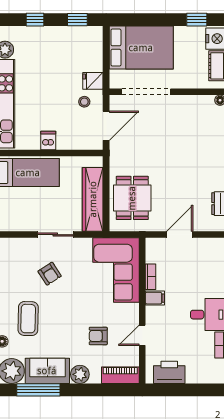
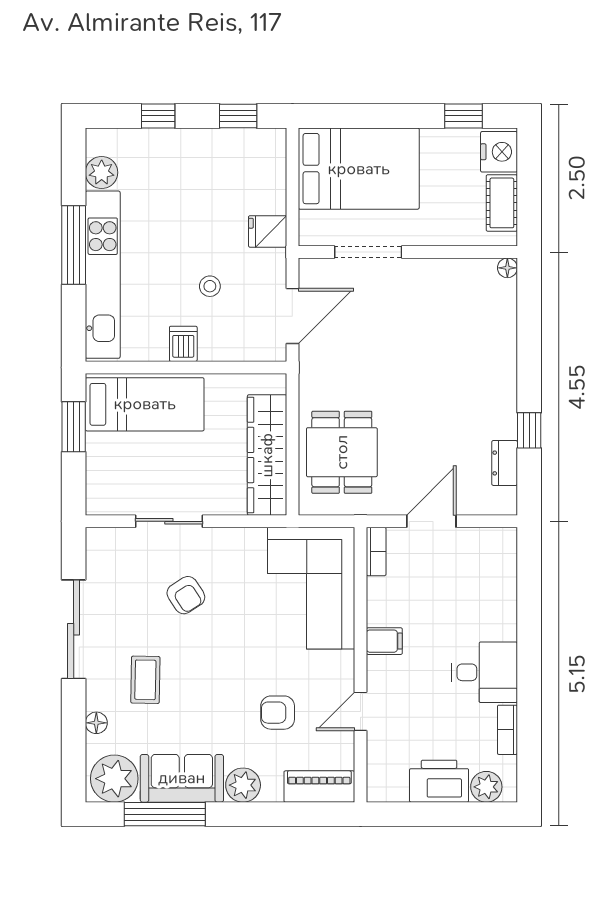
doorway: (146, 92) -> (368, 252), width x0.73
stool: (84, 102) -> (210, 286), moved
sliding door: (55, 235) -> (169, 521), moved
bookcase: (150, 277) -> (376, 551), moved
coffee table: (28, 319) -> (145, 680), width x0.73, depth x0.77
printer: (169, 372) -> (439, 781), moved
plant: (209, 375) -> (486, 787), added

